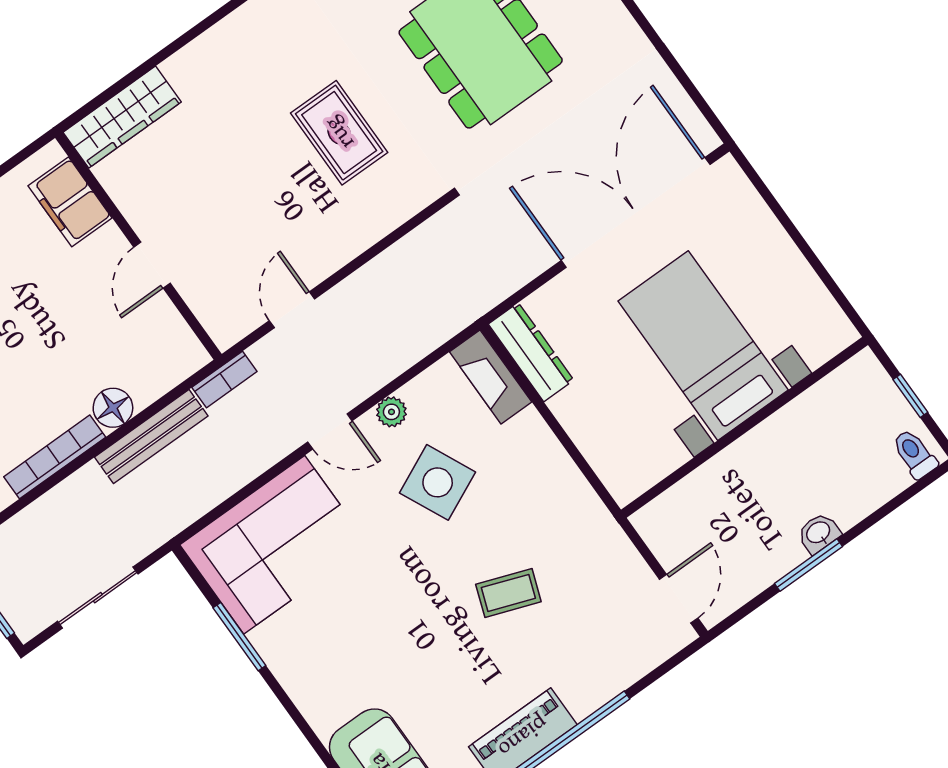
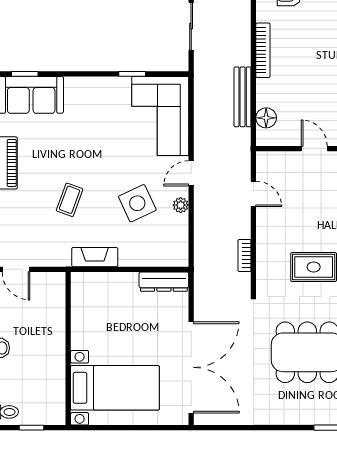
bed with nightstands: (703, 346) -> (115, 388), moved
fireplace: (491, 377) -> (95, 257), moved
bookcase: (224, 379) -> (245, 256), moved
floor lamp: (113, 408) -> (266, 118), moved
window: (239, 637) -> (132, 74), width x0.67

